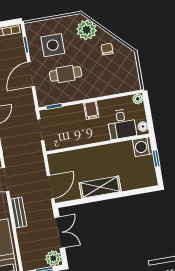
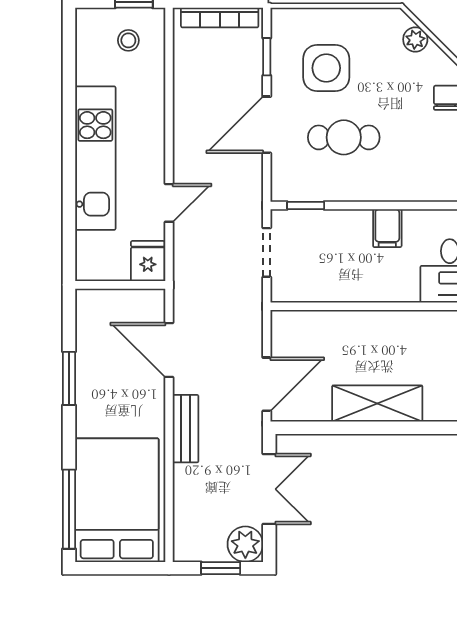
plant: (87, 30) -> (415, 39), width x0.53, depth x0.53

